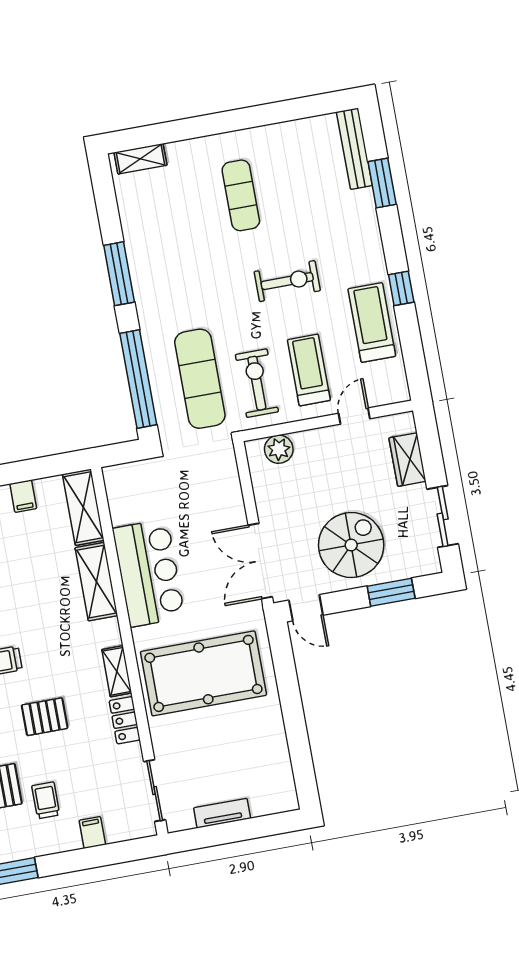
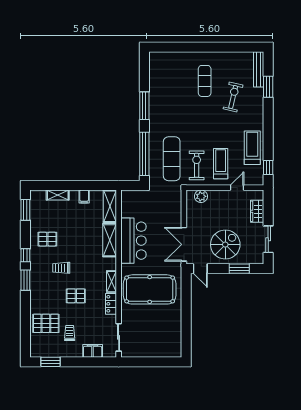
shelving: (140, 159) -> (163, 57), removed
exercise bike: (287, 281) -> (233, 97), moved, turned -77
window: (401, 288) -> (268, 167), moved
tv unit: (222, 813) -> (147, 353), removed
filing cabinet: (92, 832) -> (93, 351), width x2.00

